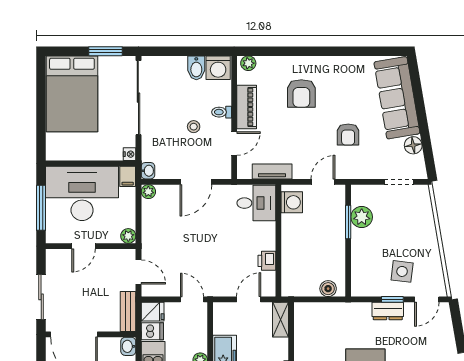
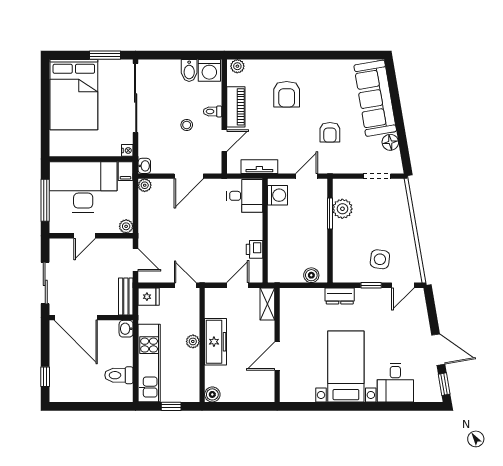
dresser: (388, 311) -> (340, 296), moved
dishwasher: (152, 331) -> (148, 315), removed

